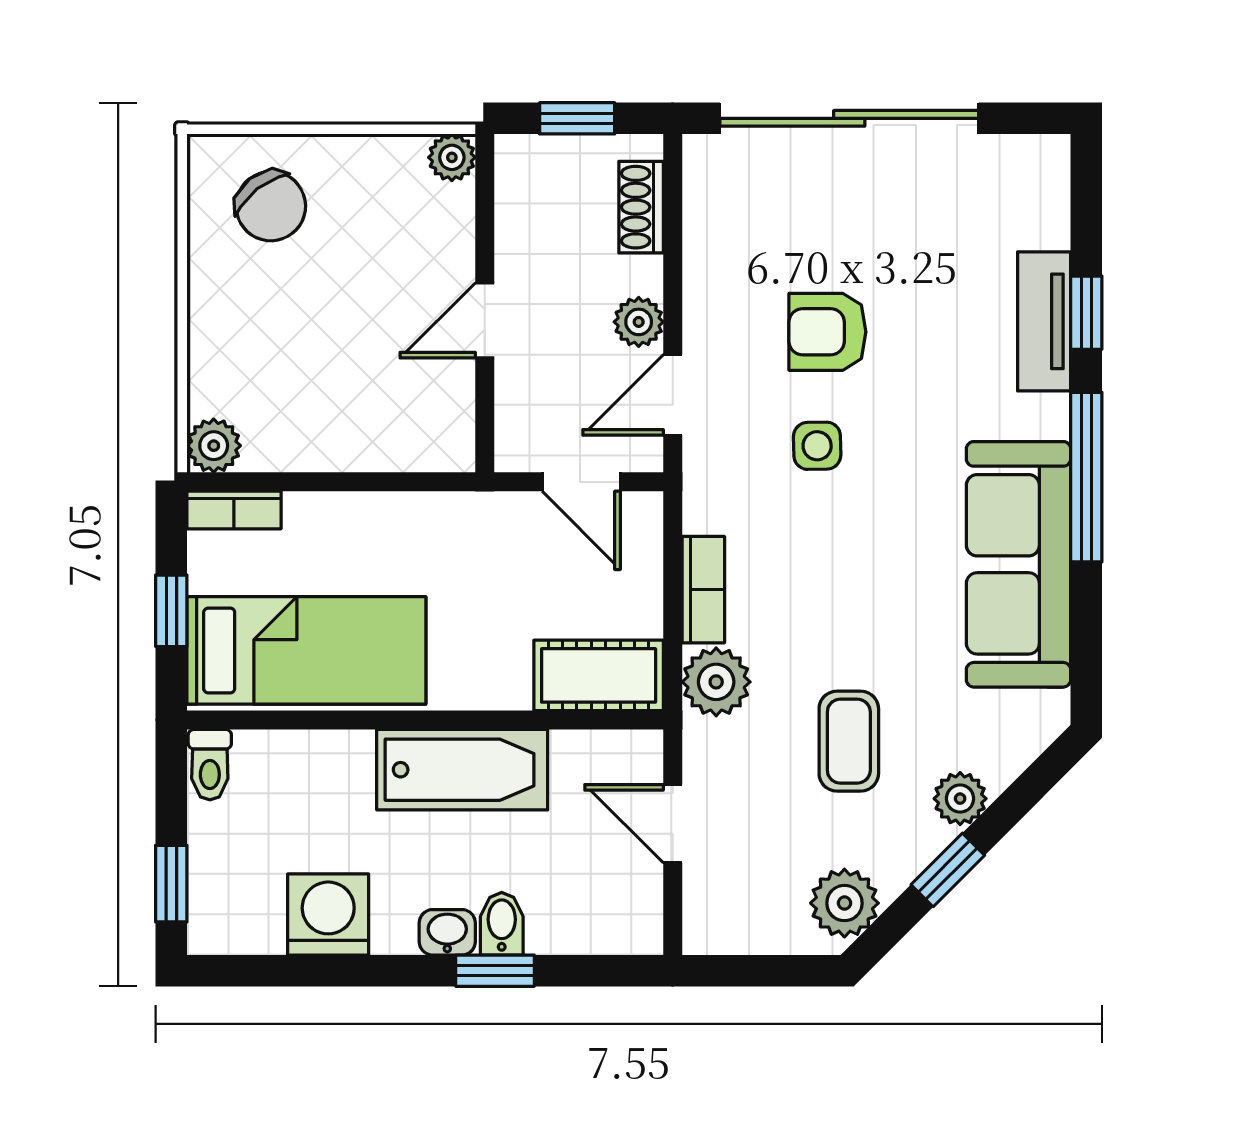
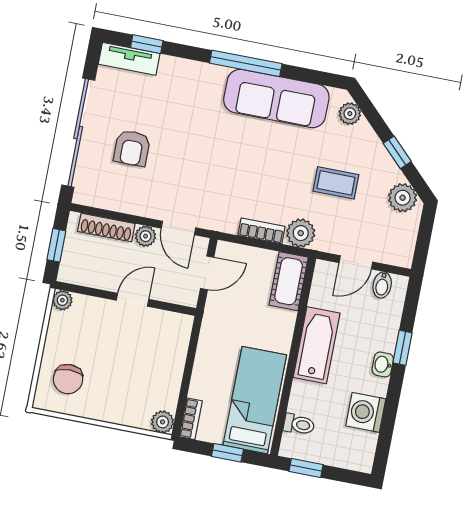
chair: (271, 206) -> (68, 379), turned 128
shoe rack: (641, 207) -> (106, 228), width x1.43
window: (1086, 313) -> (147, 44), moved
door: (485, 320) -> (132, 300), swing flipped
tv unit: (1044, 321) -> (129, 59), moved
armchair: (827, 332) -> (132, 148), moved
side table: (817, 446) -> (211, 172), removed
toilet: (210, 765) -> (299, 424), moved
plant: (960, 799) -> (350, 114), moved
window: (171, 884) -> (306, 468), moved
bidet: (502, 924) -> (382, 285), moved, turned -90

